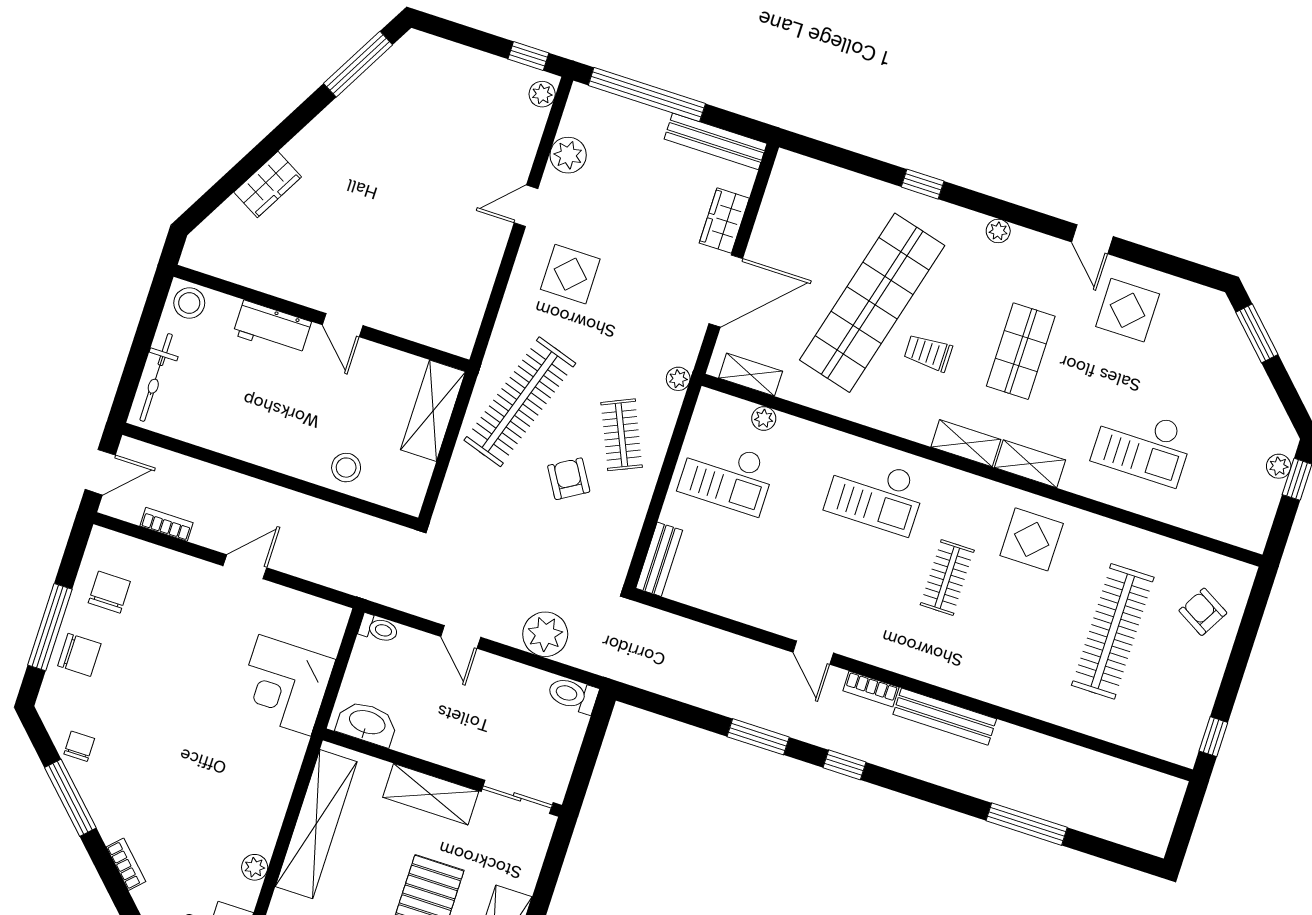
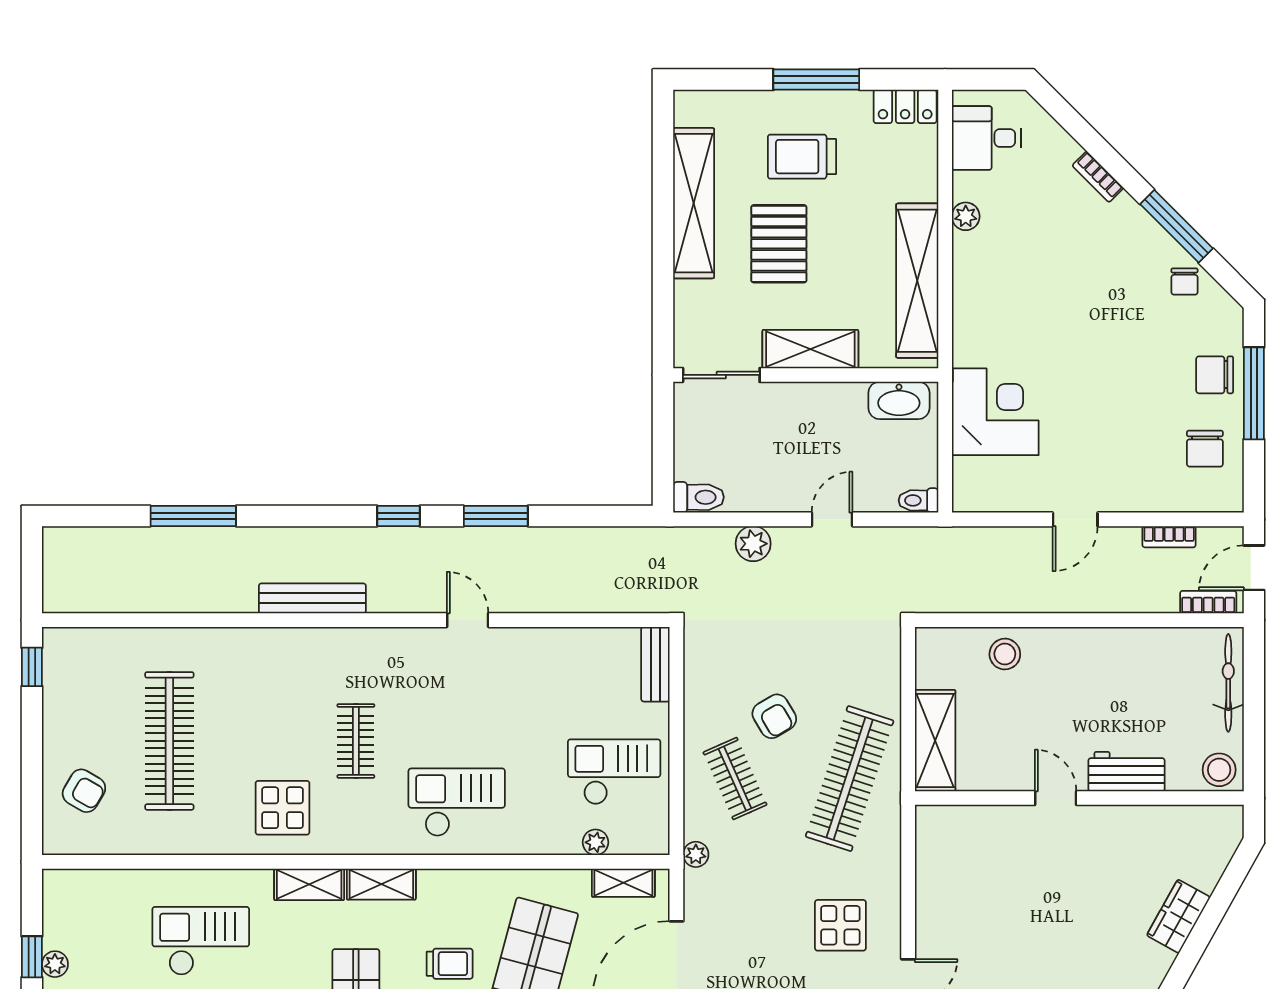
plant: (545, 634) -> (753, 544), width x0.73, depth x0.73
door: (461, 637) -> (832, 519), hinge flipped
bookcase: (871, 689) -> (1208, 602), moved

